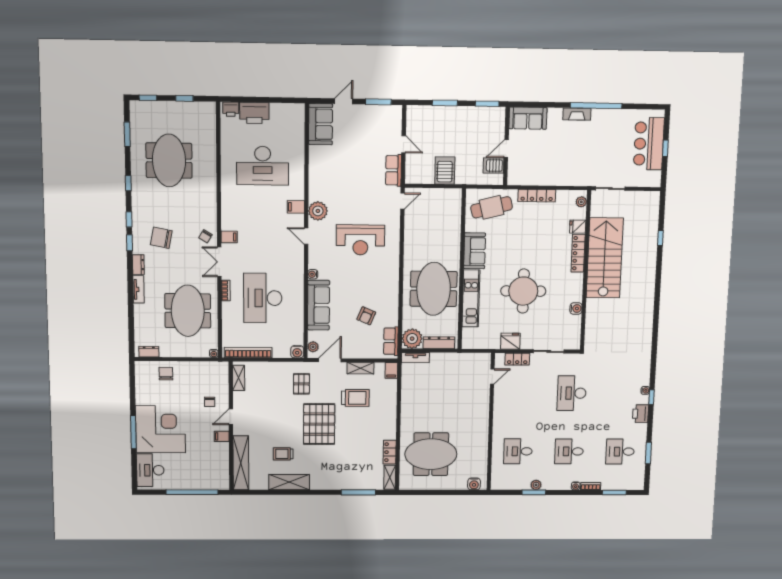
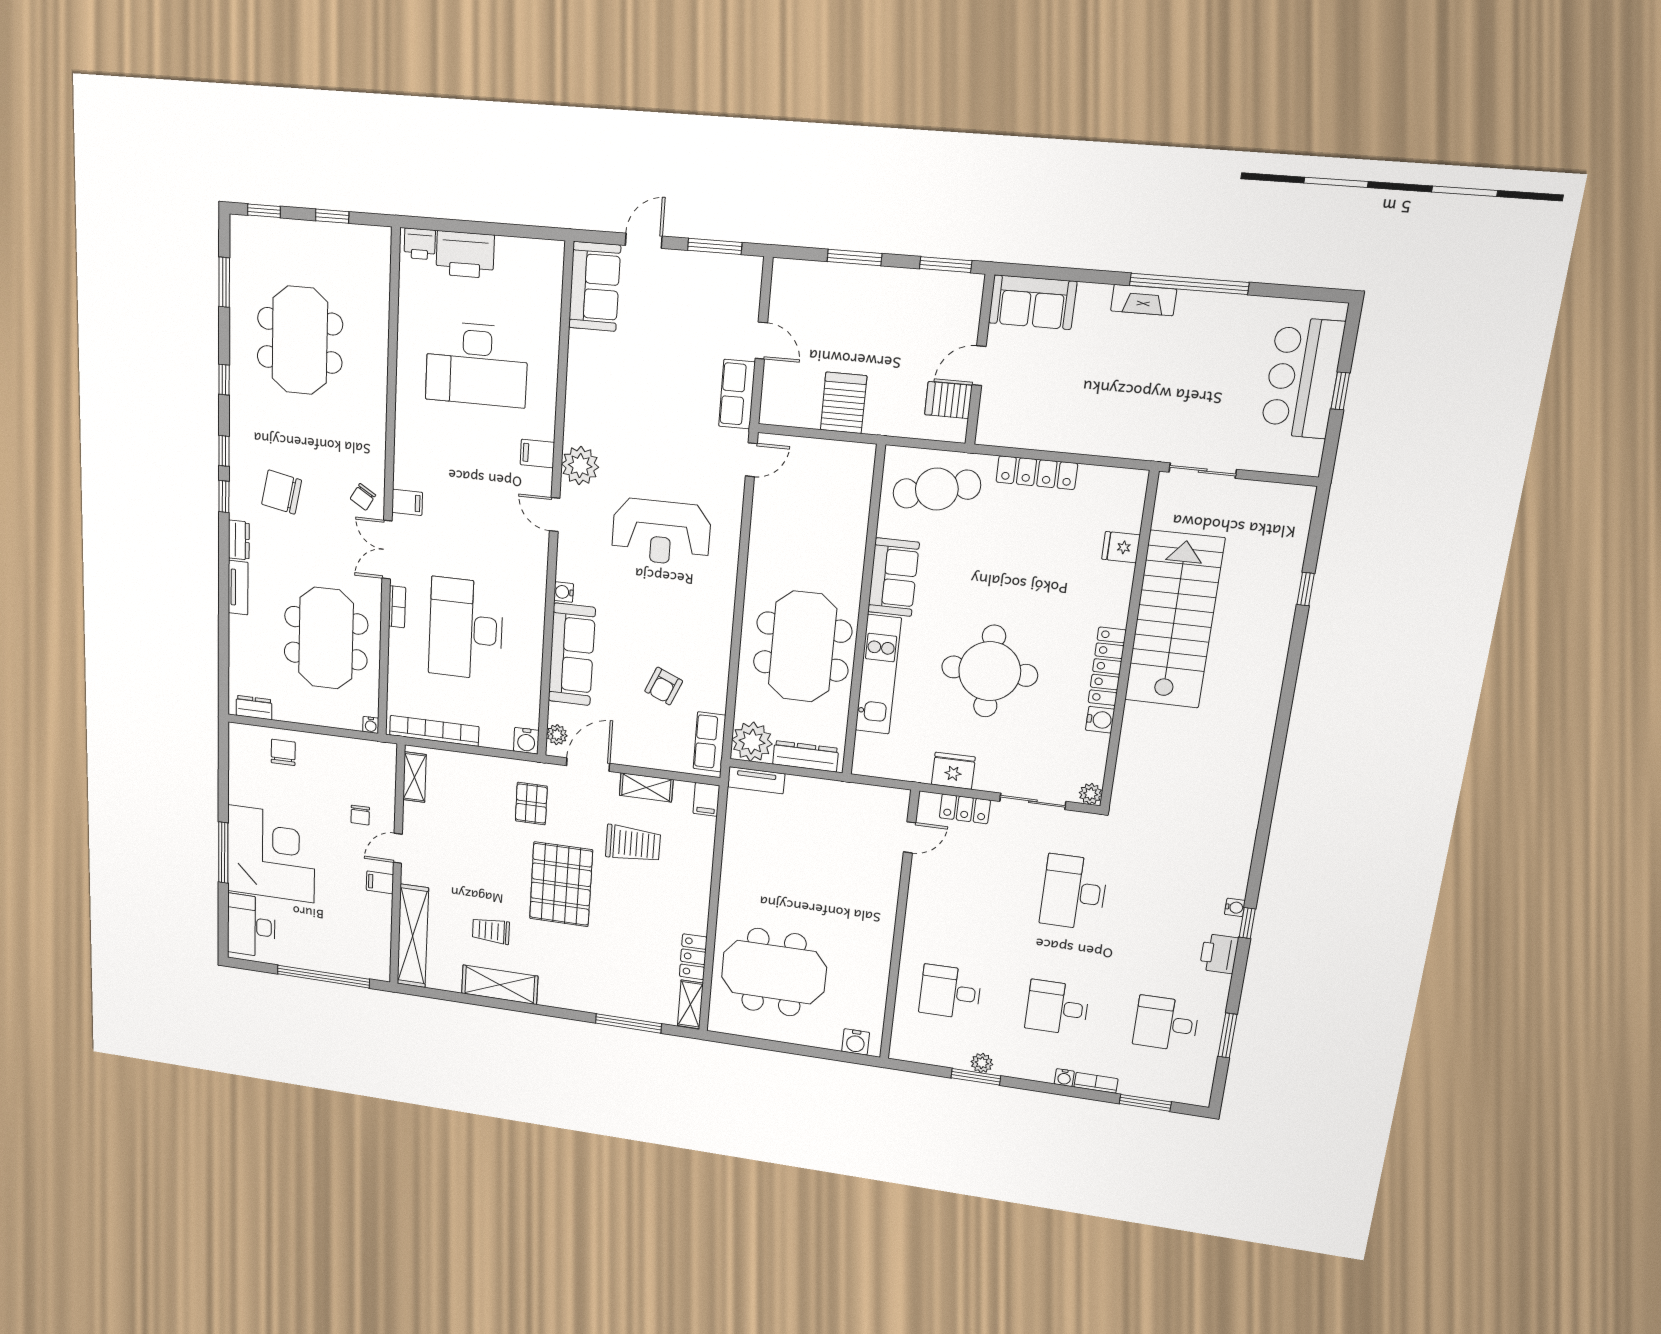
plant: (581, 202) -> (1091, 794), moved
locker: (578, 253) -> (1107, 666), moved

